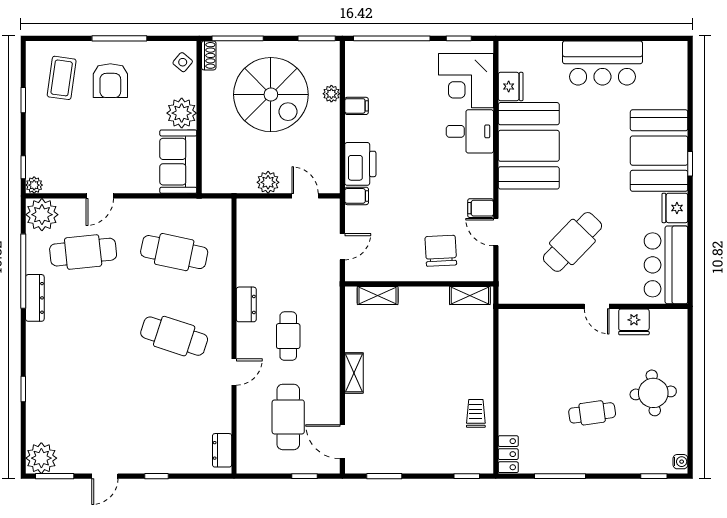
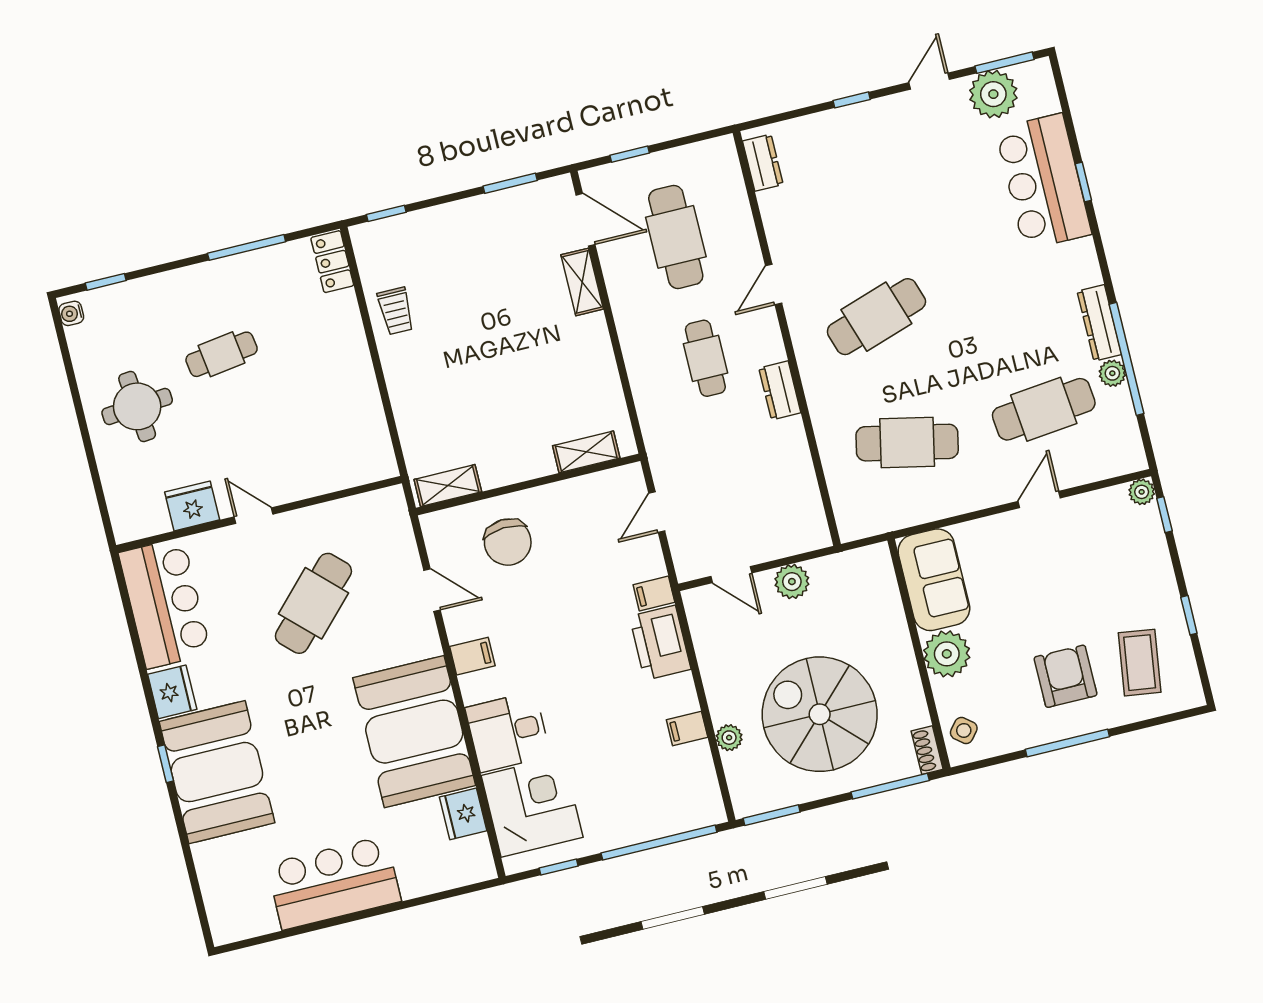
filing cabinet: (481, 208) -> (472, 656), moved
plant: (42, 215) -> (1112, 373), moved, width x0.53, depth x0.53
cafe table: (174, 336) -> (876, 317), turned -36
shelving: (354, 373) -> (582, 282), moved
bar counter: (48, 395) -> (1043, 182), added
plant: (41, 458) -> (993, 94), moved

